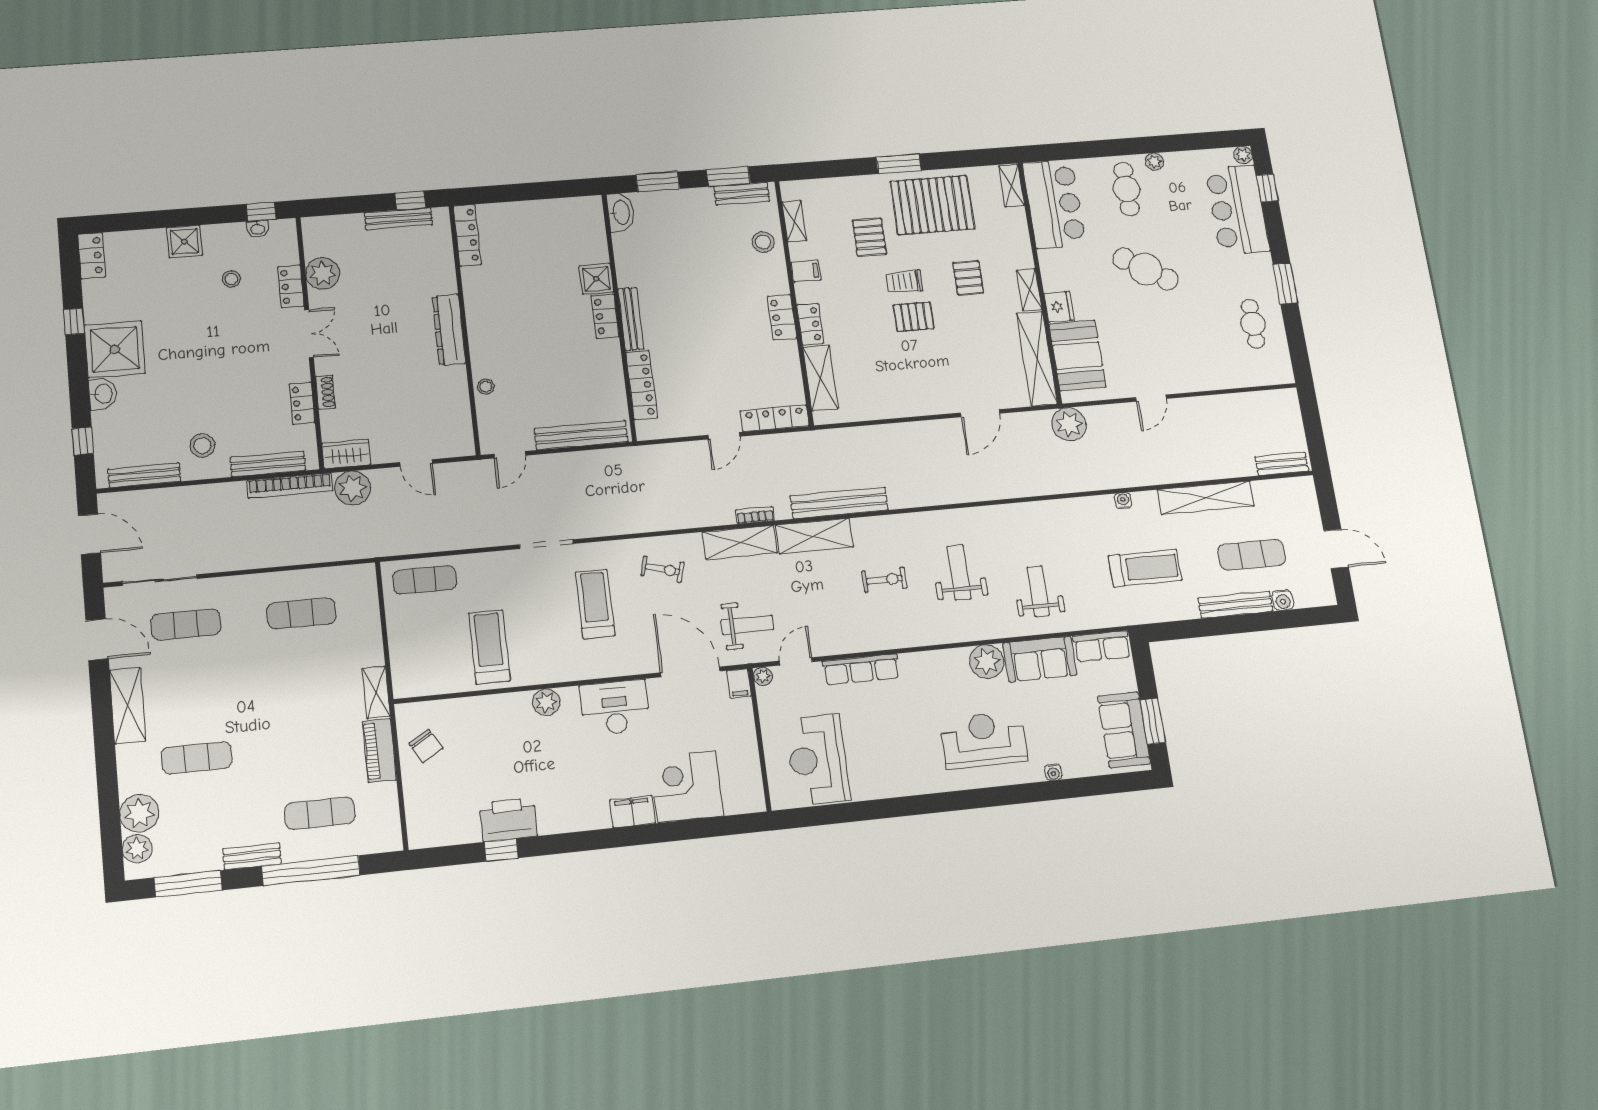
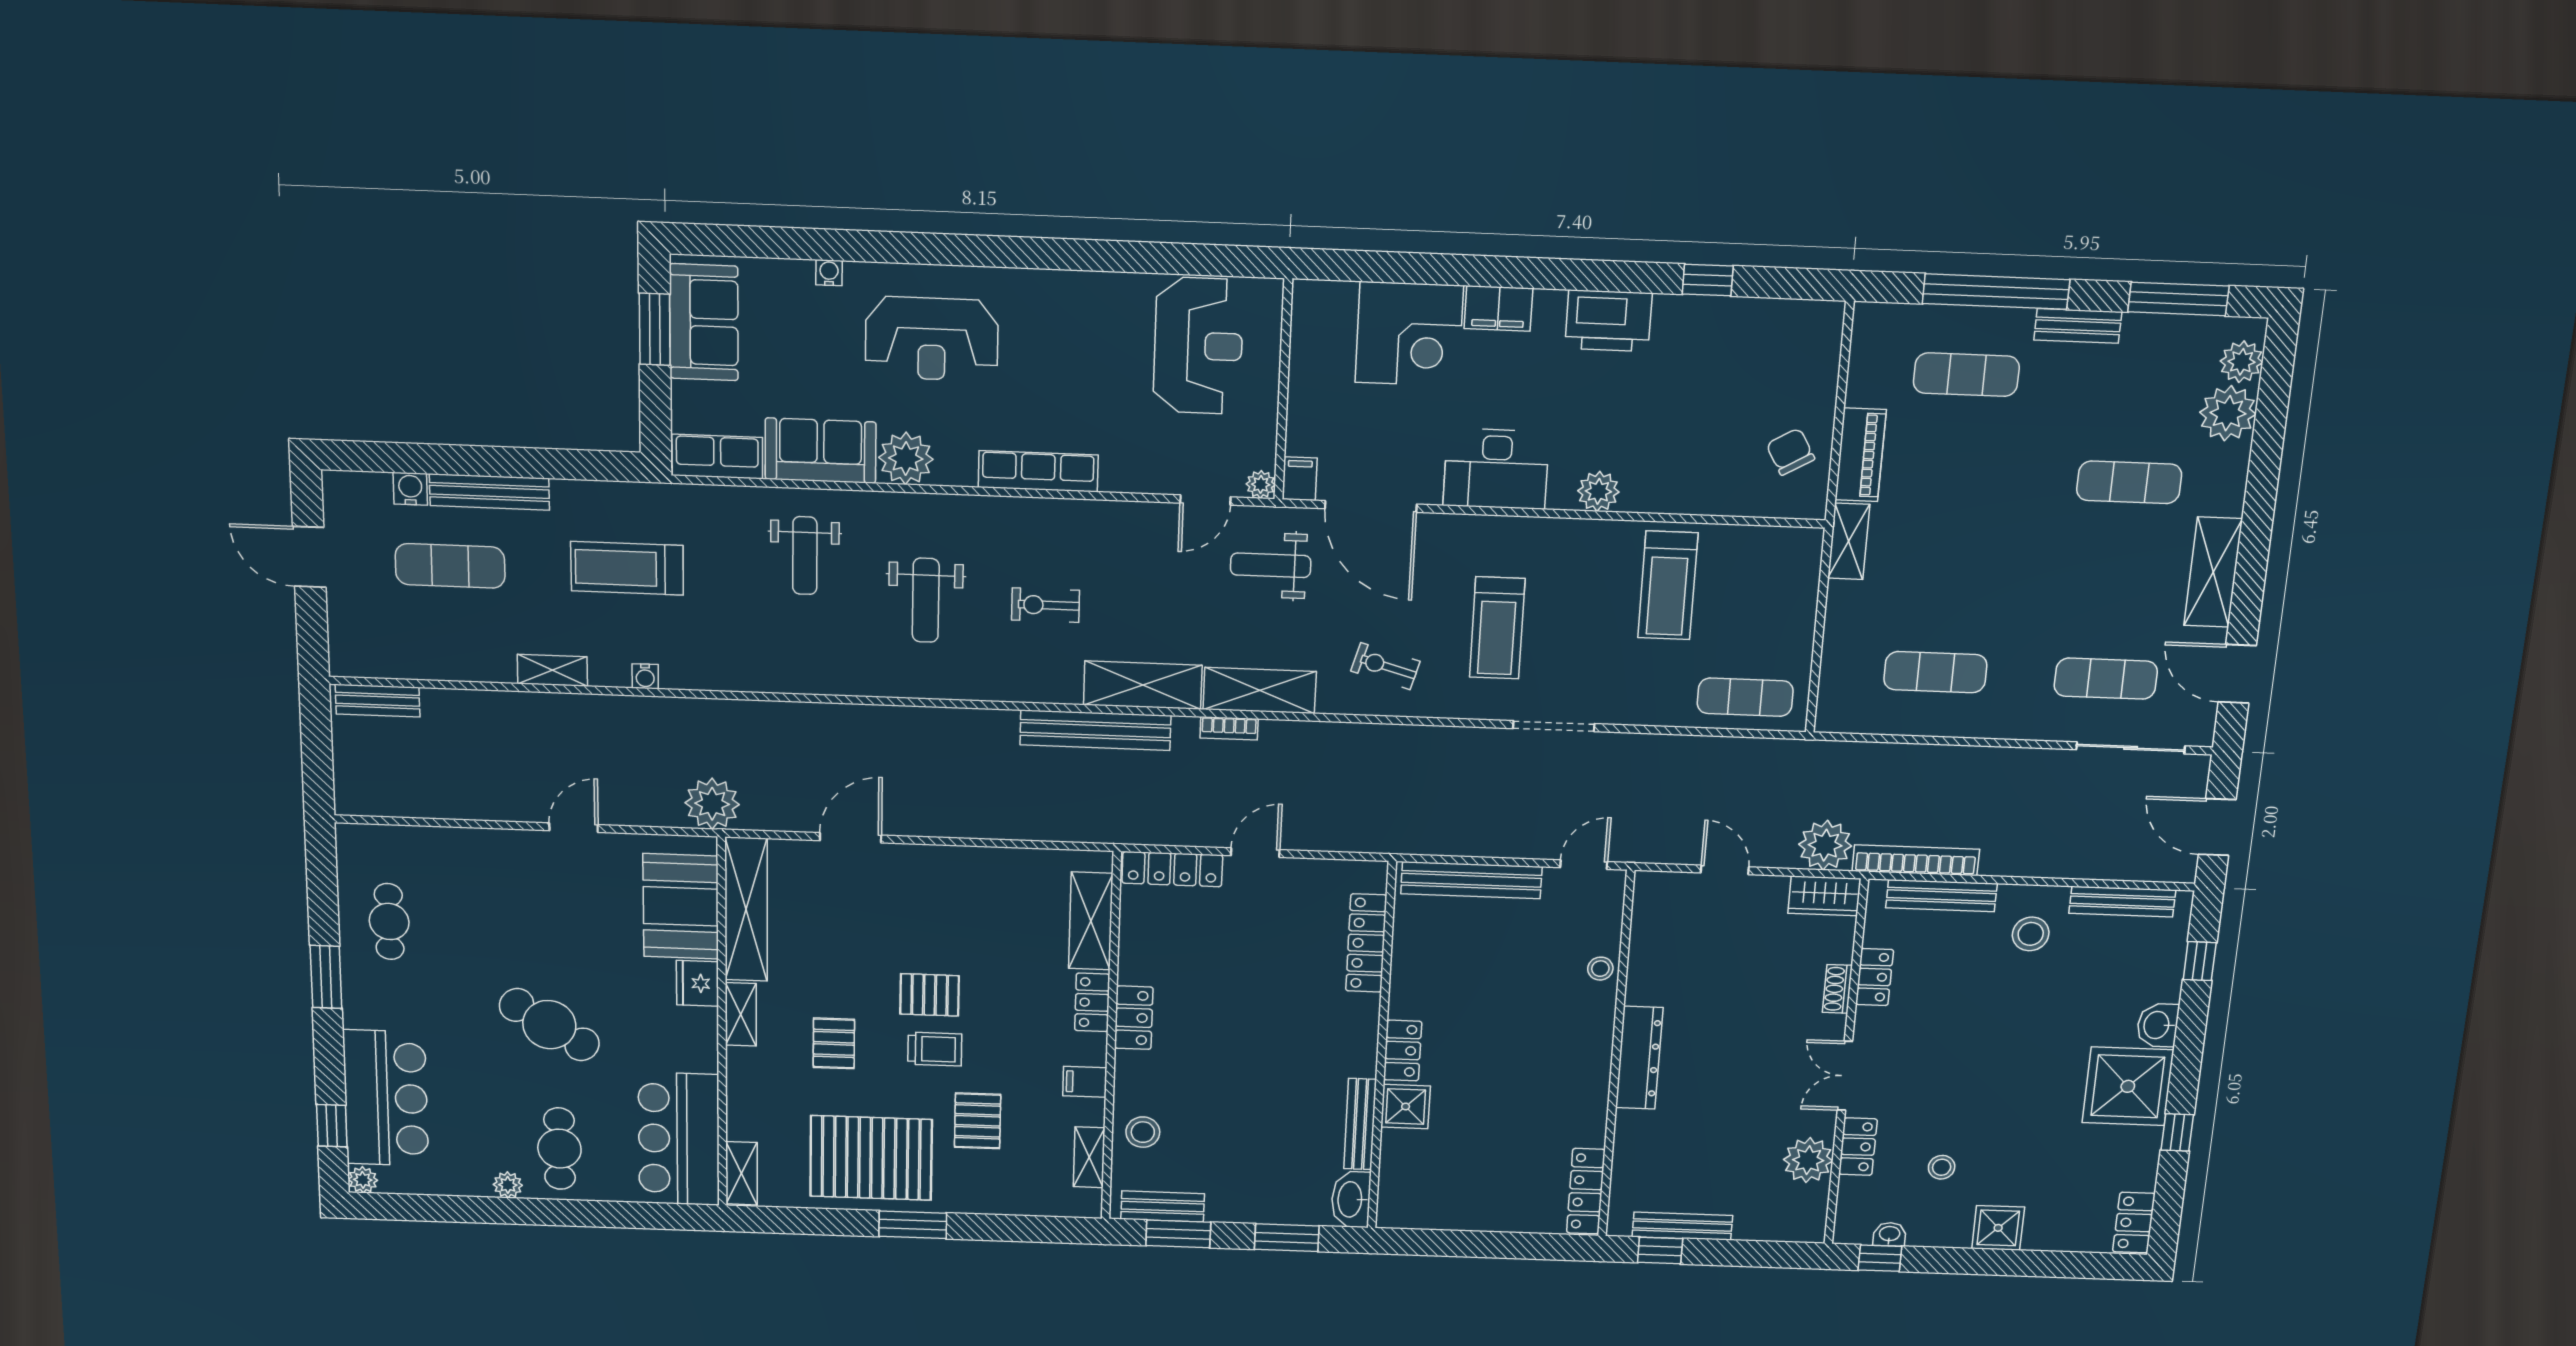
bench: (631, 319) -> (1360, 1124), moved
shelving: (1206, 498) -> (552, 670), width x0.45, depth x0.75
row of seats: (861, 669) -> (1038, 471), moved
printer: (508, 820) -> (1608, 321), moved

